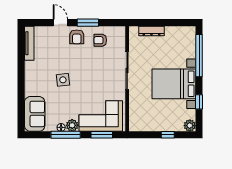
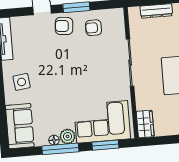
armchair: (77, 37) -> (64, 26), turned 95
side table: (63, 80) -> (22, 82), moved
wardrobe: (135, 121) -> (145, 124), added

